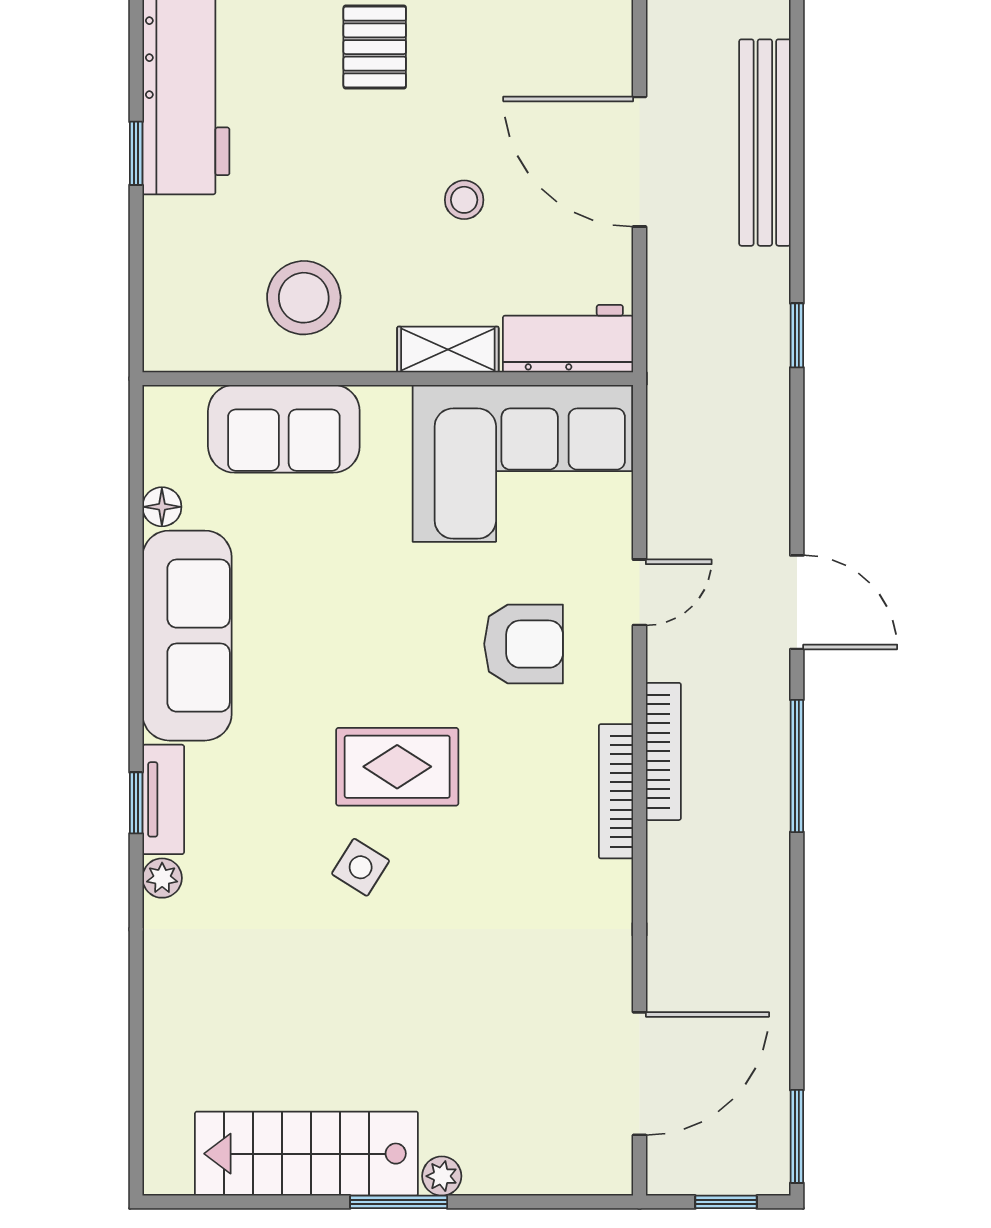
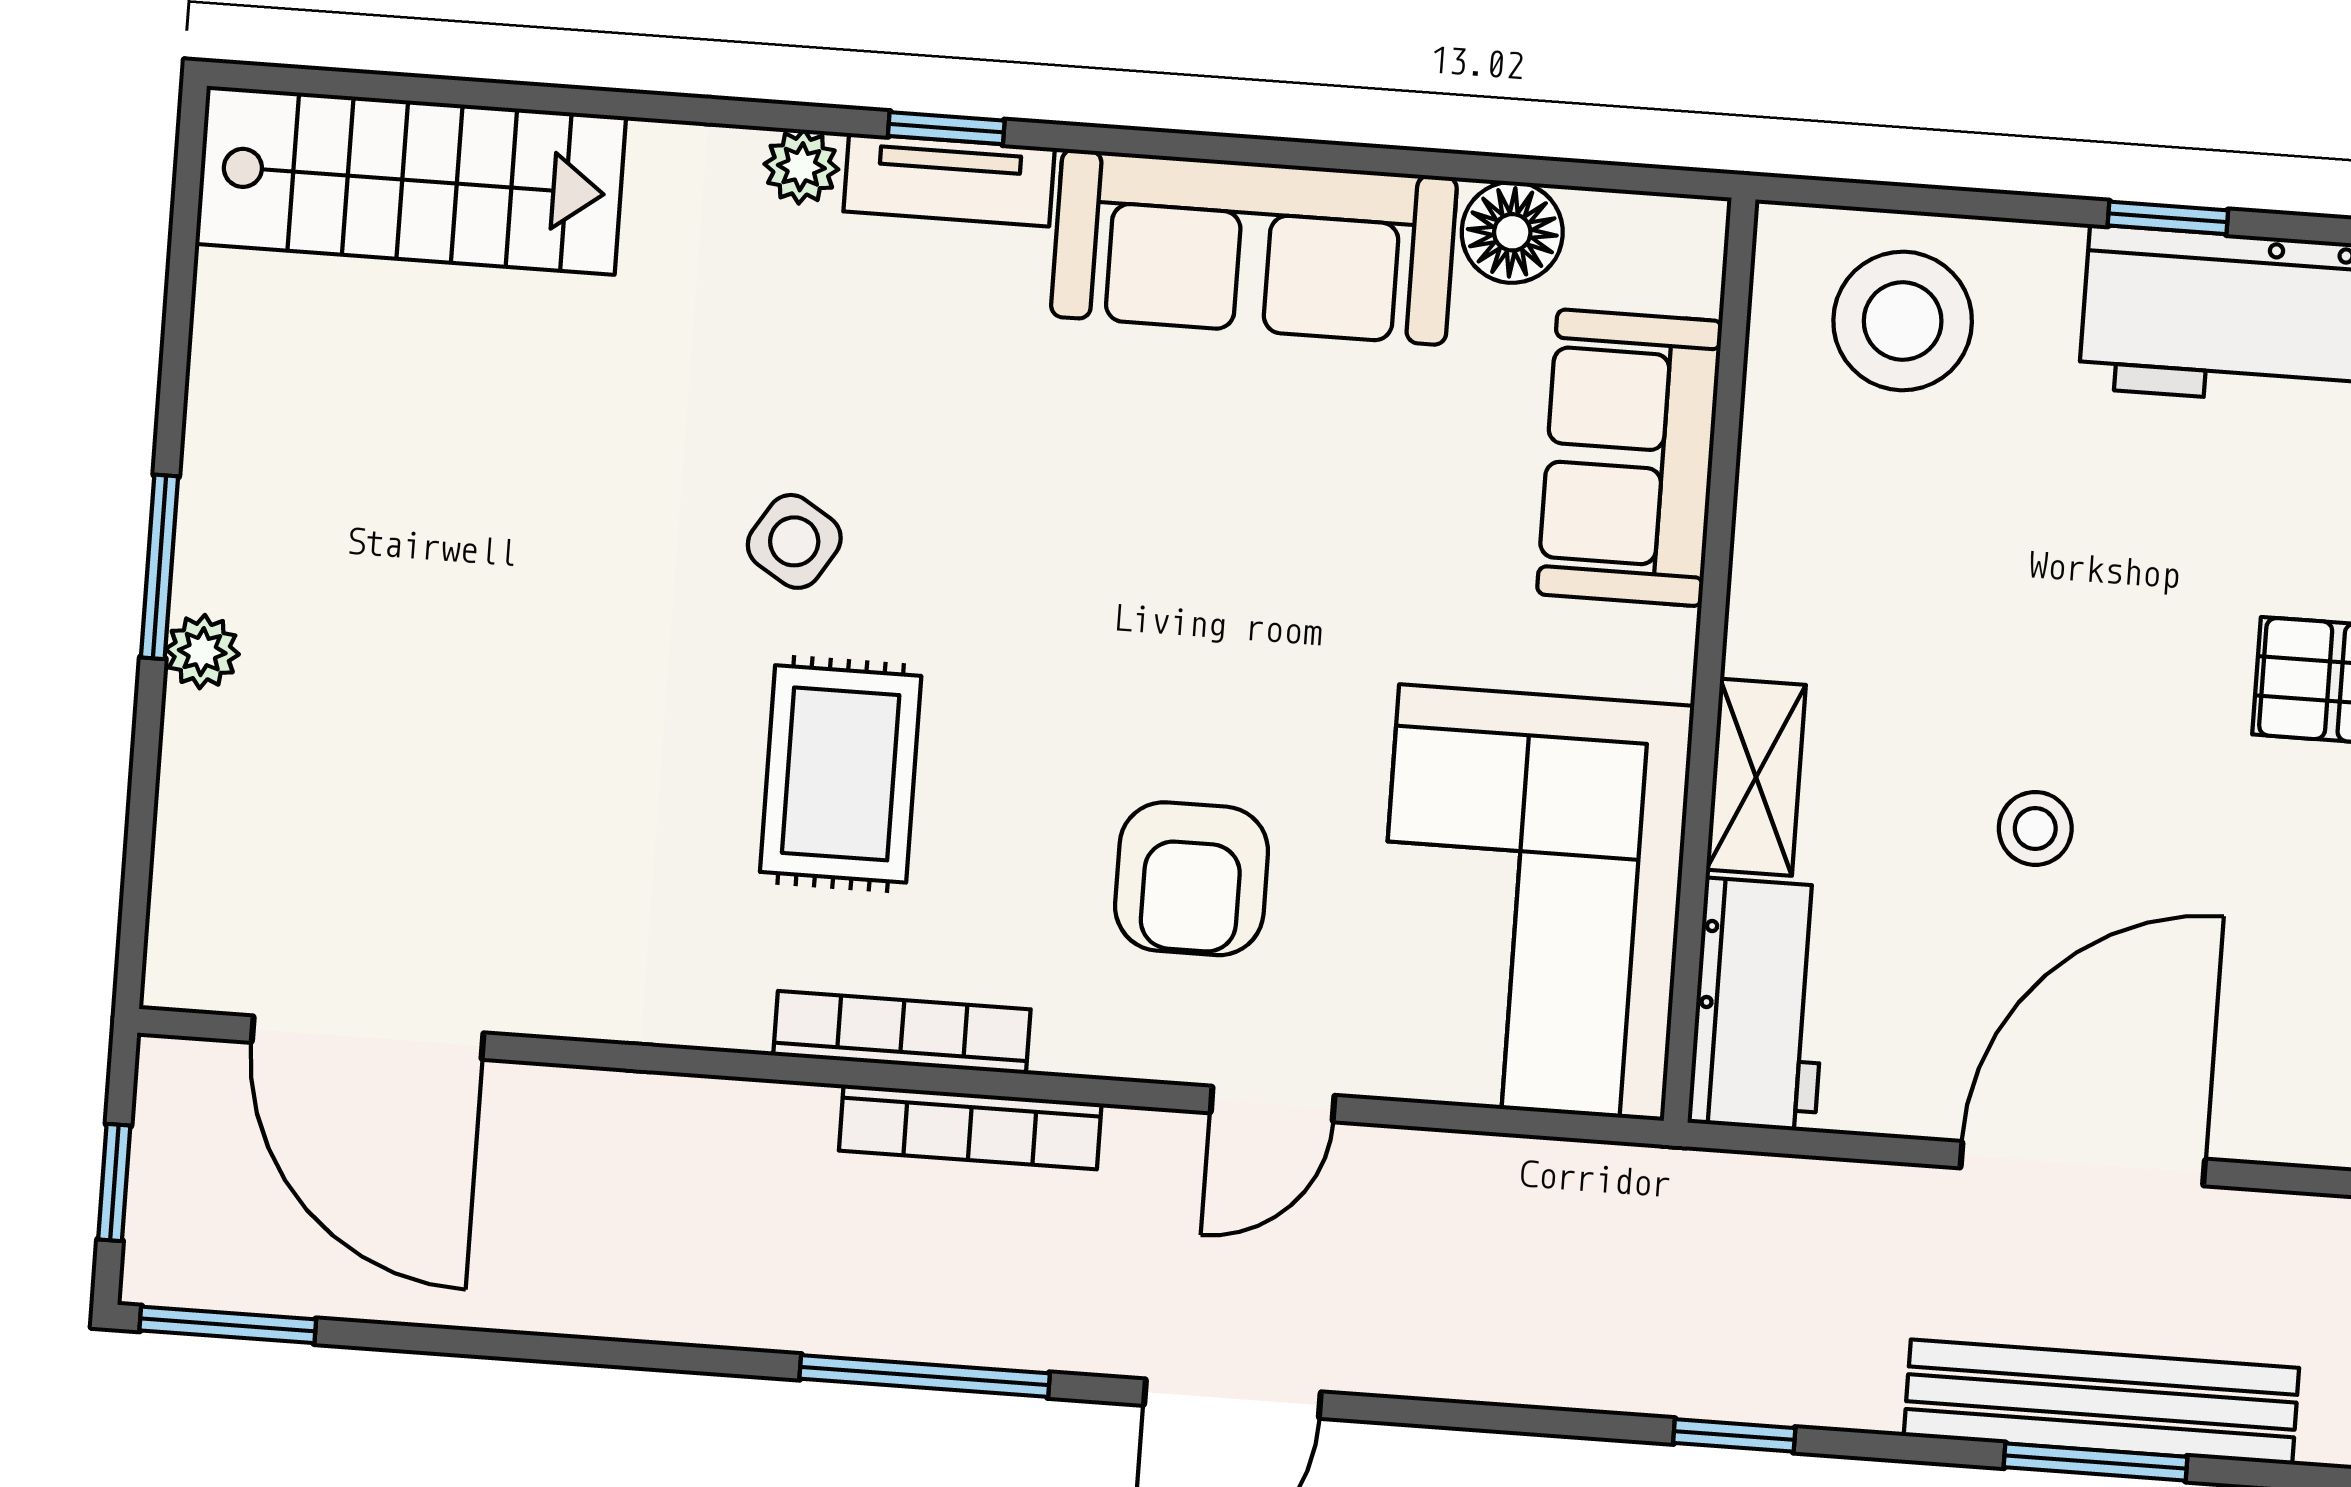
window: (797, 143) -> (2095, 1462), added
stool: (304, 298) -> (1903, 321), moved
floor lamp: (162, 507) -> (1512, 232), width x1.37, depth x1.37
door: (640, 592) -> (1273, 1104), hinge flipped
rug: (397, 767) -> (841, 774), moved
stairs: (306, 1154) -> (411, 180), moved, turned 90

